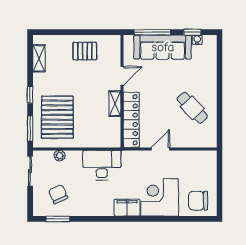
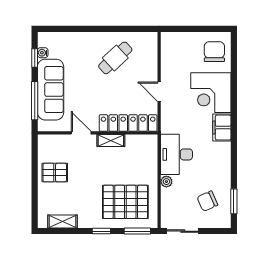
pallet: (85, 51) -> (55, 173), turned 90
plant: (60, 156) -> (166, 182), moved
chair: (198, 201) -> (214, 52), turned 180

